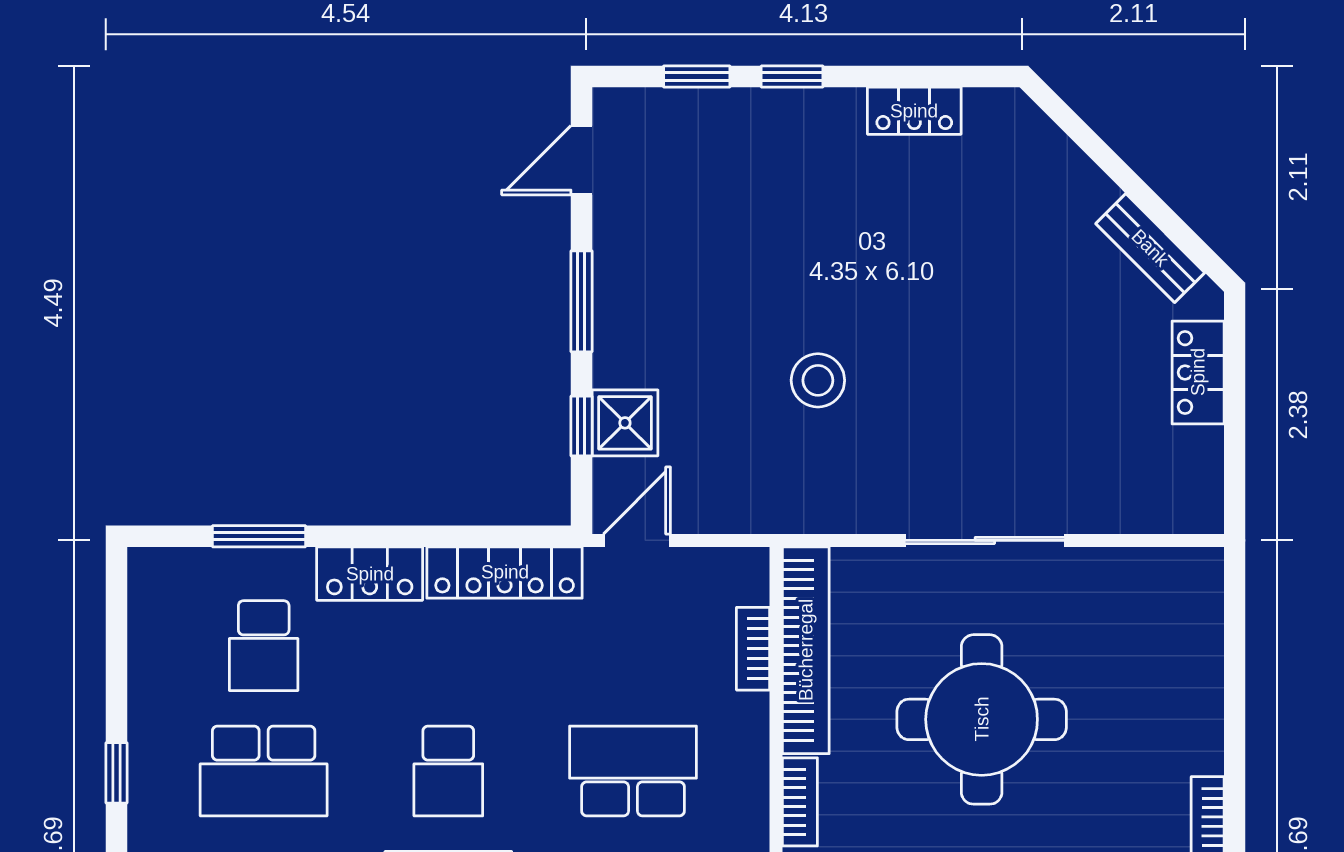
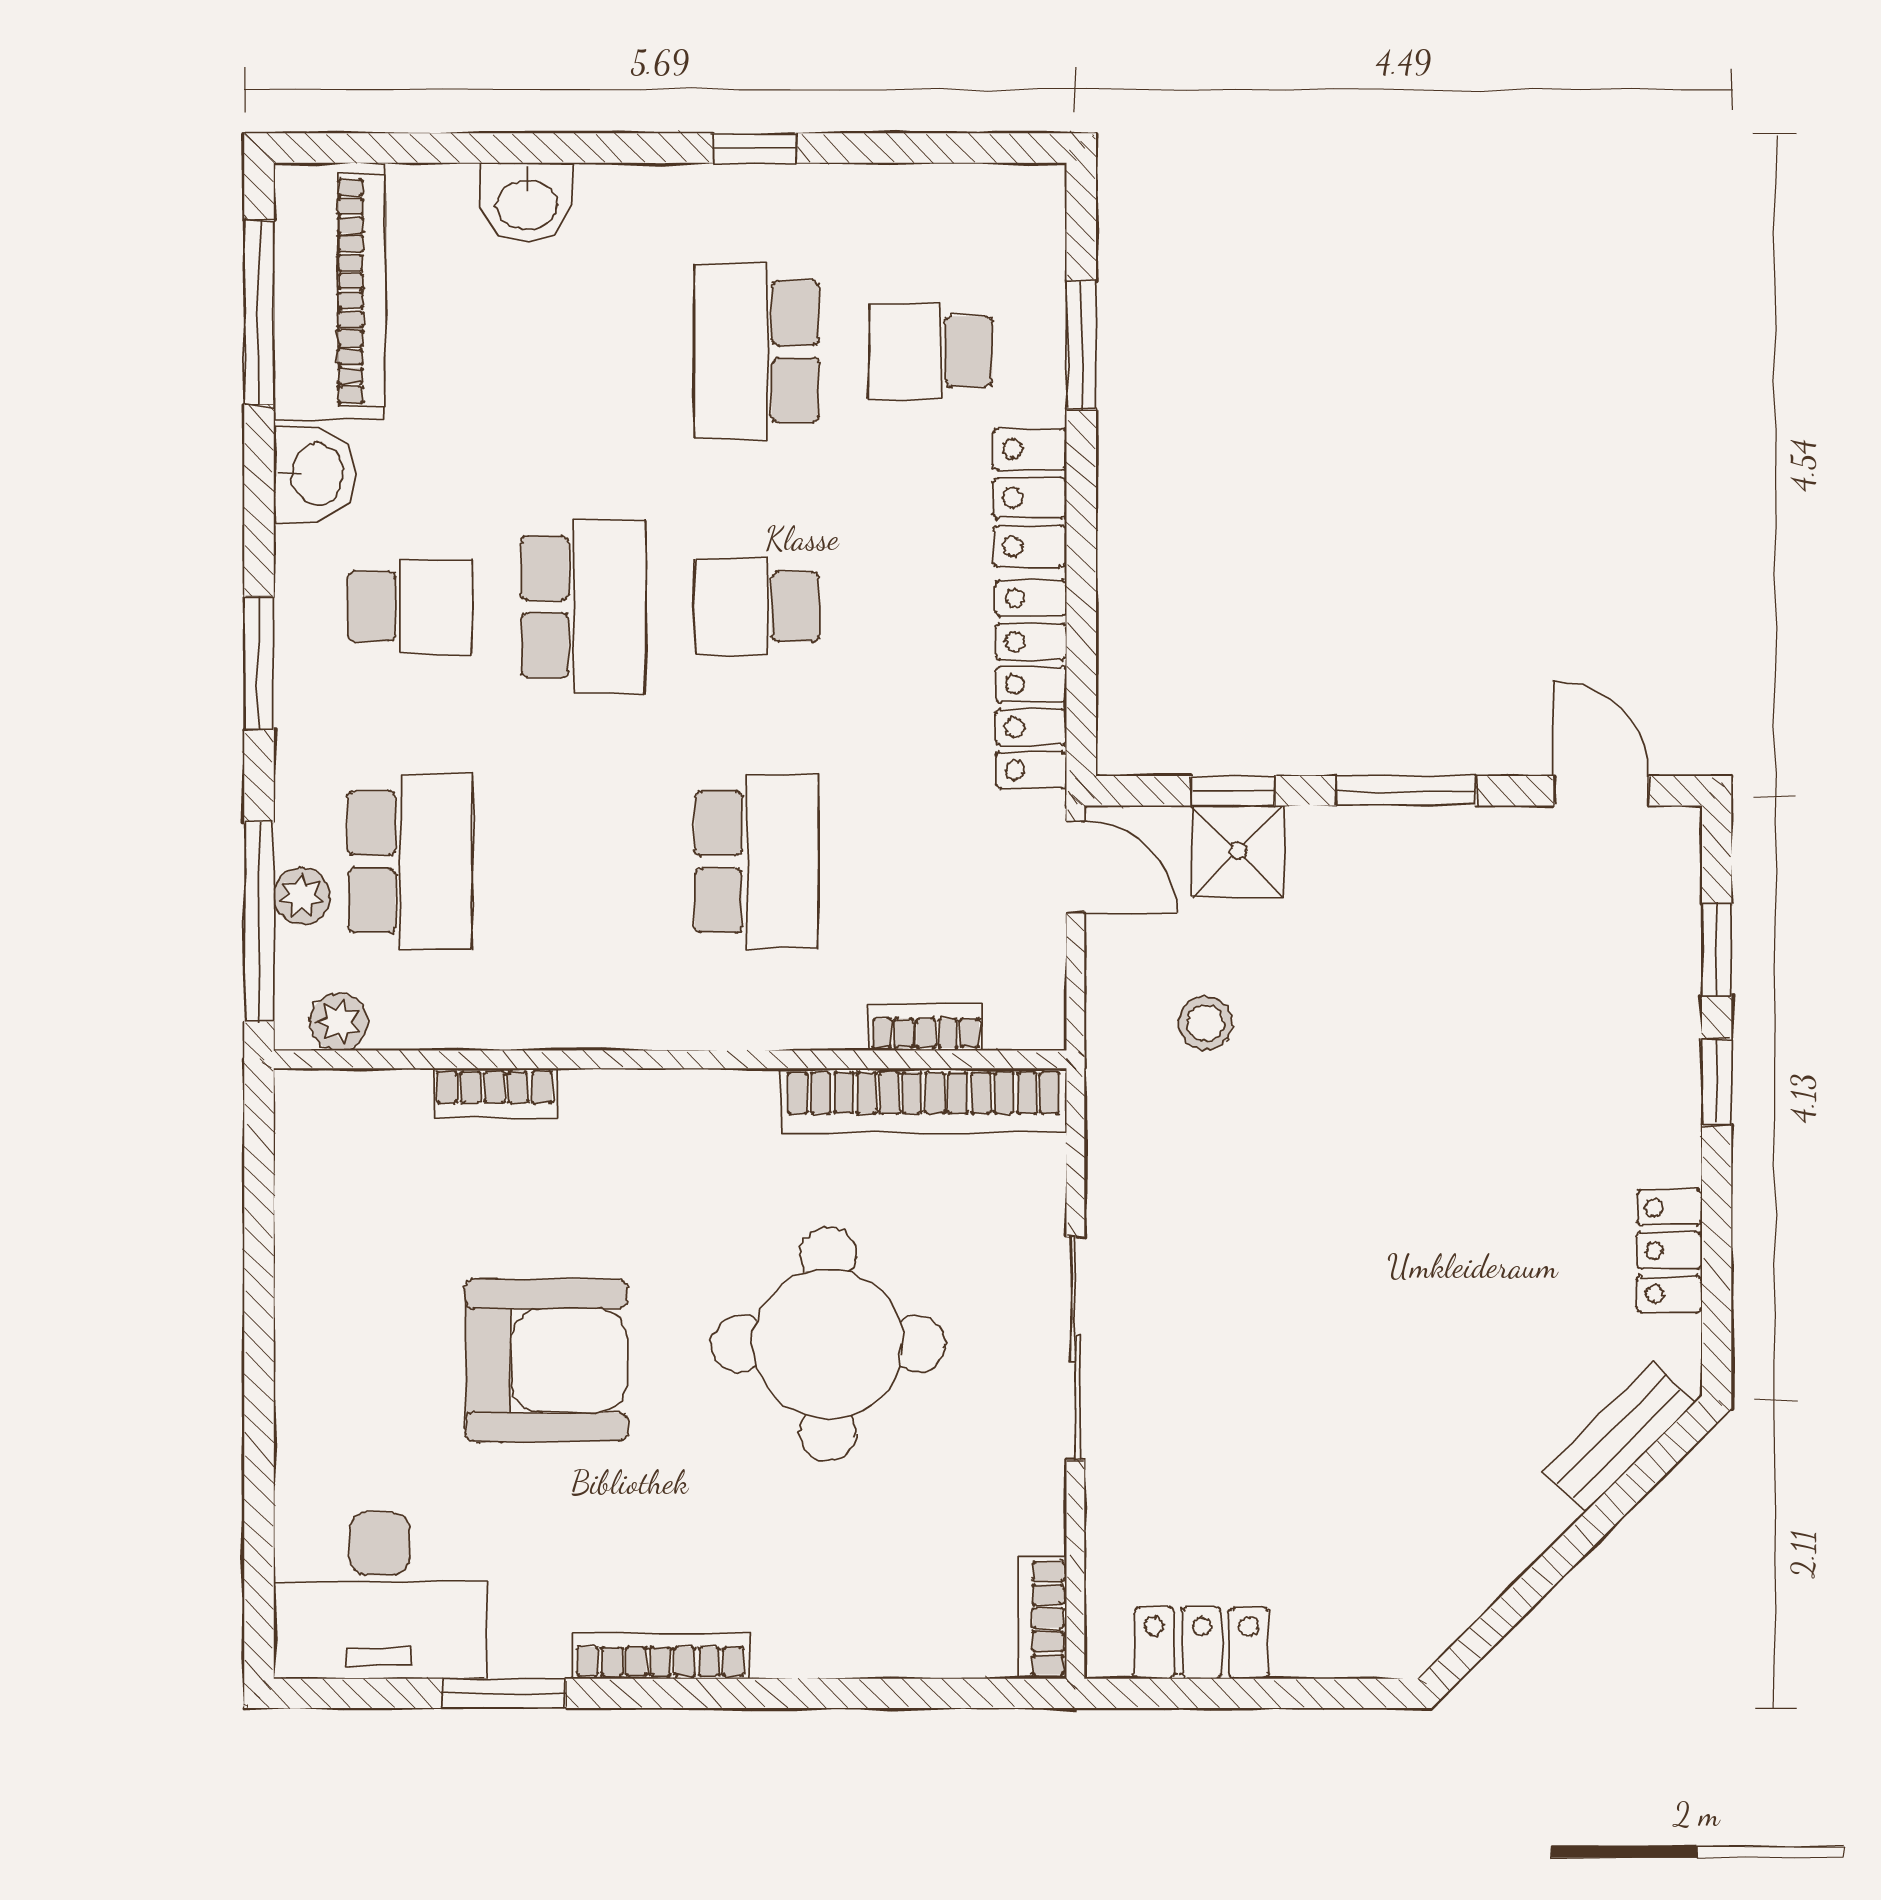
bench: (1150, 248) -> (1620, 1437), moved
locker: (1198, 372) -> (1201, 1643), moved
stool: (818, 380) -> (1205, 1023), moved, width x0.73, depth x0.73
bookcase: (800, 802) -> (1042, 1618), moved, turned 90

